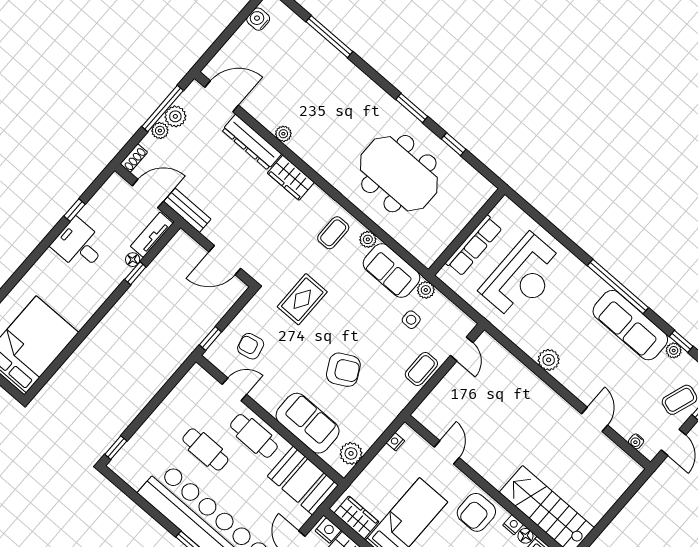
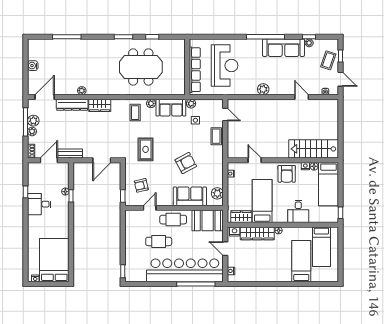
water cooler: (258, 19) -> (33, 66), moved
tv unit: (152, 235) -> (64, 175), removed
row of seats: (474, 246) -> (195, 70), width x1.36

